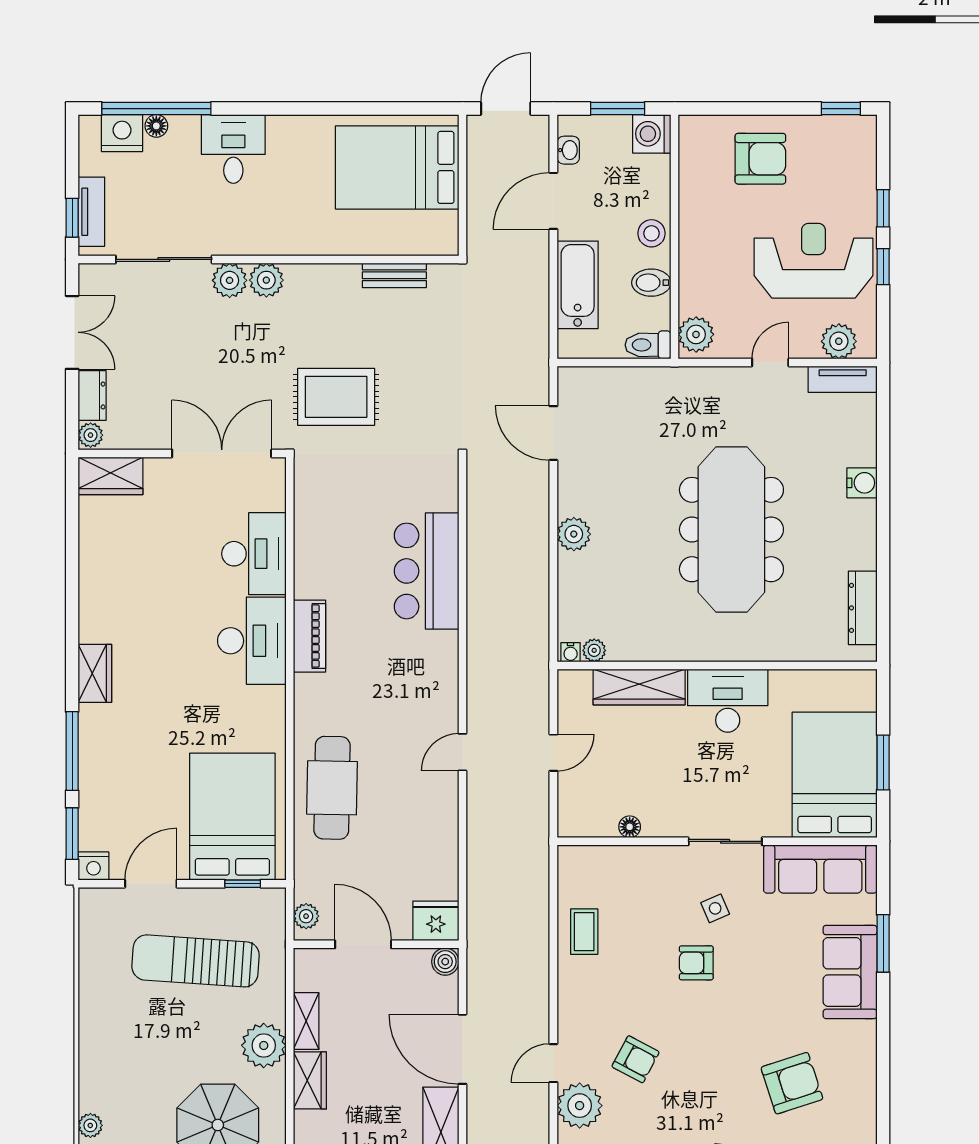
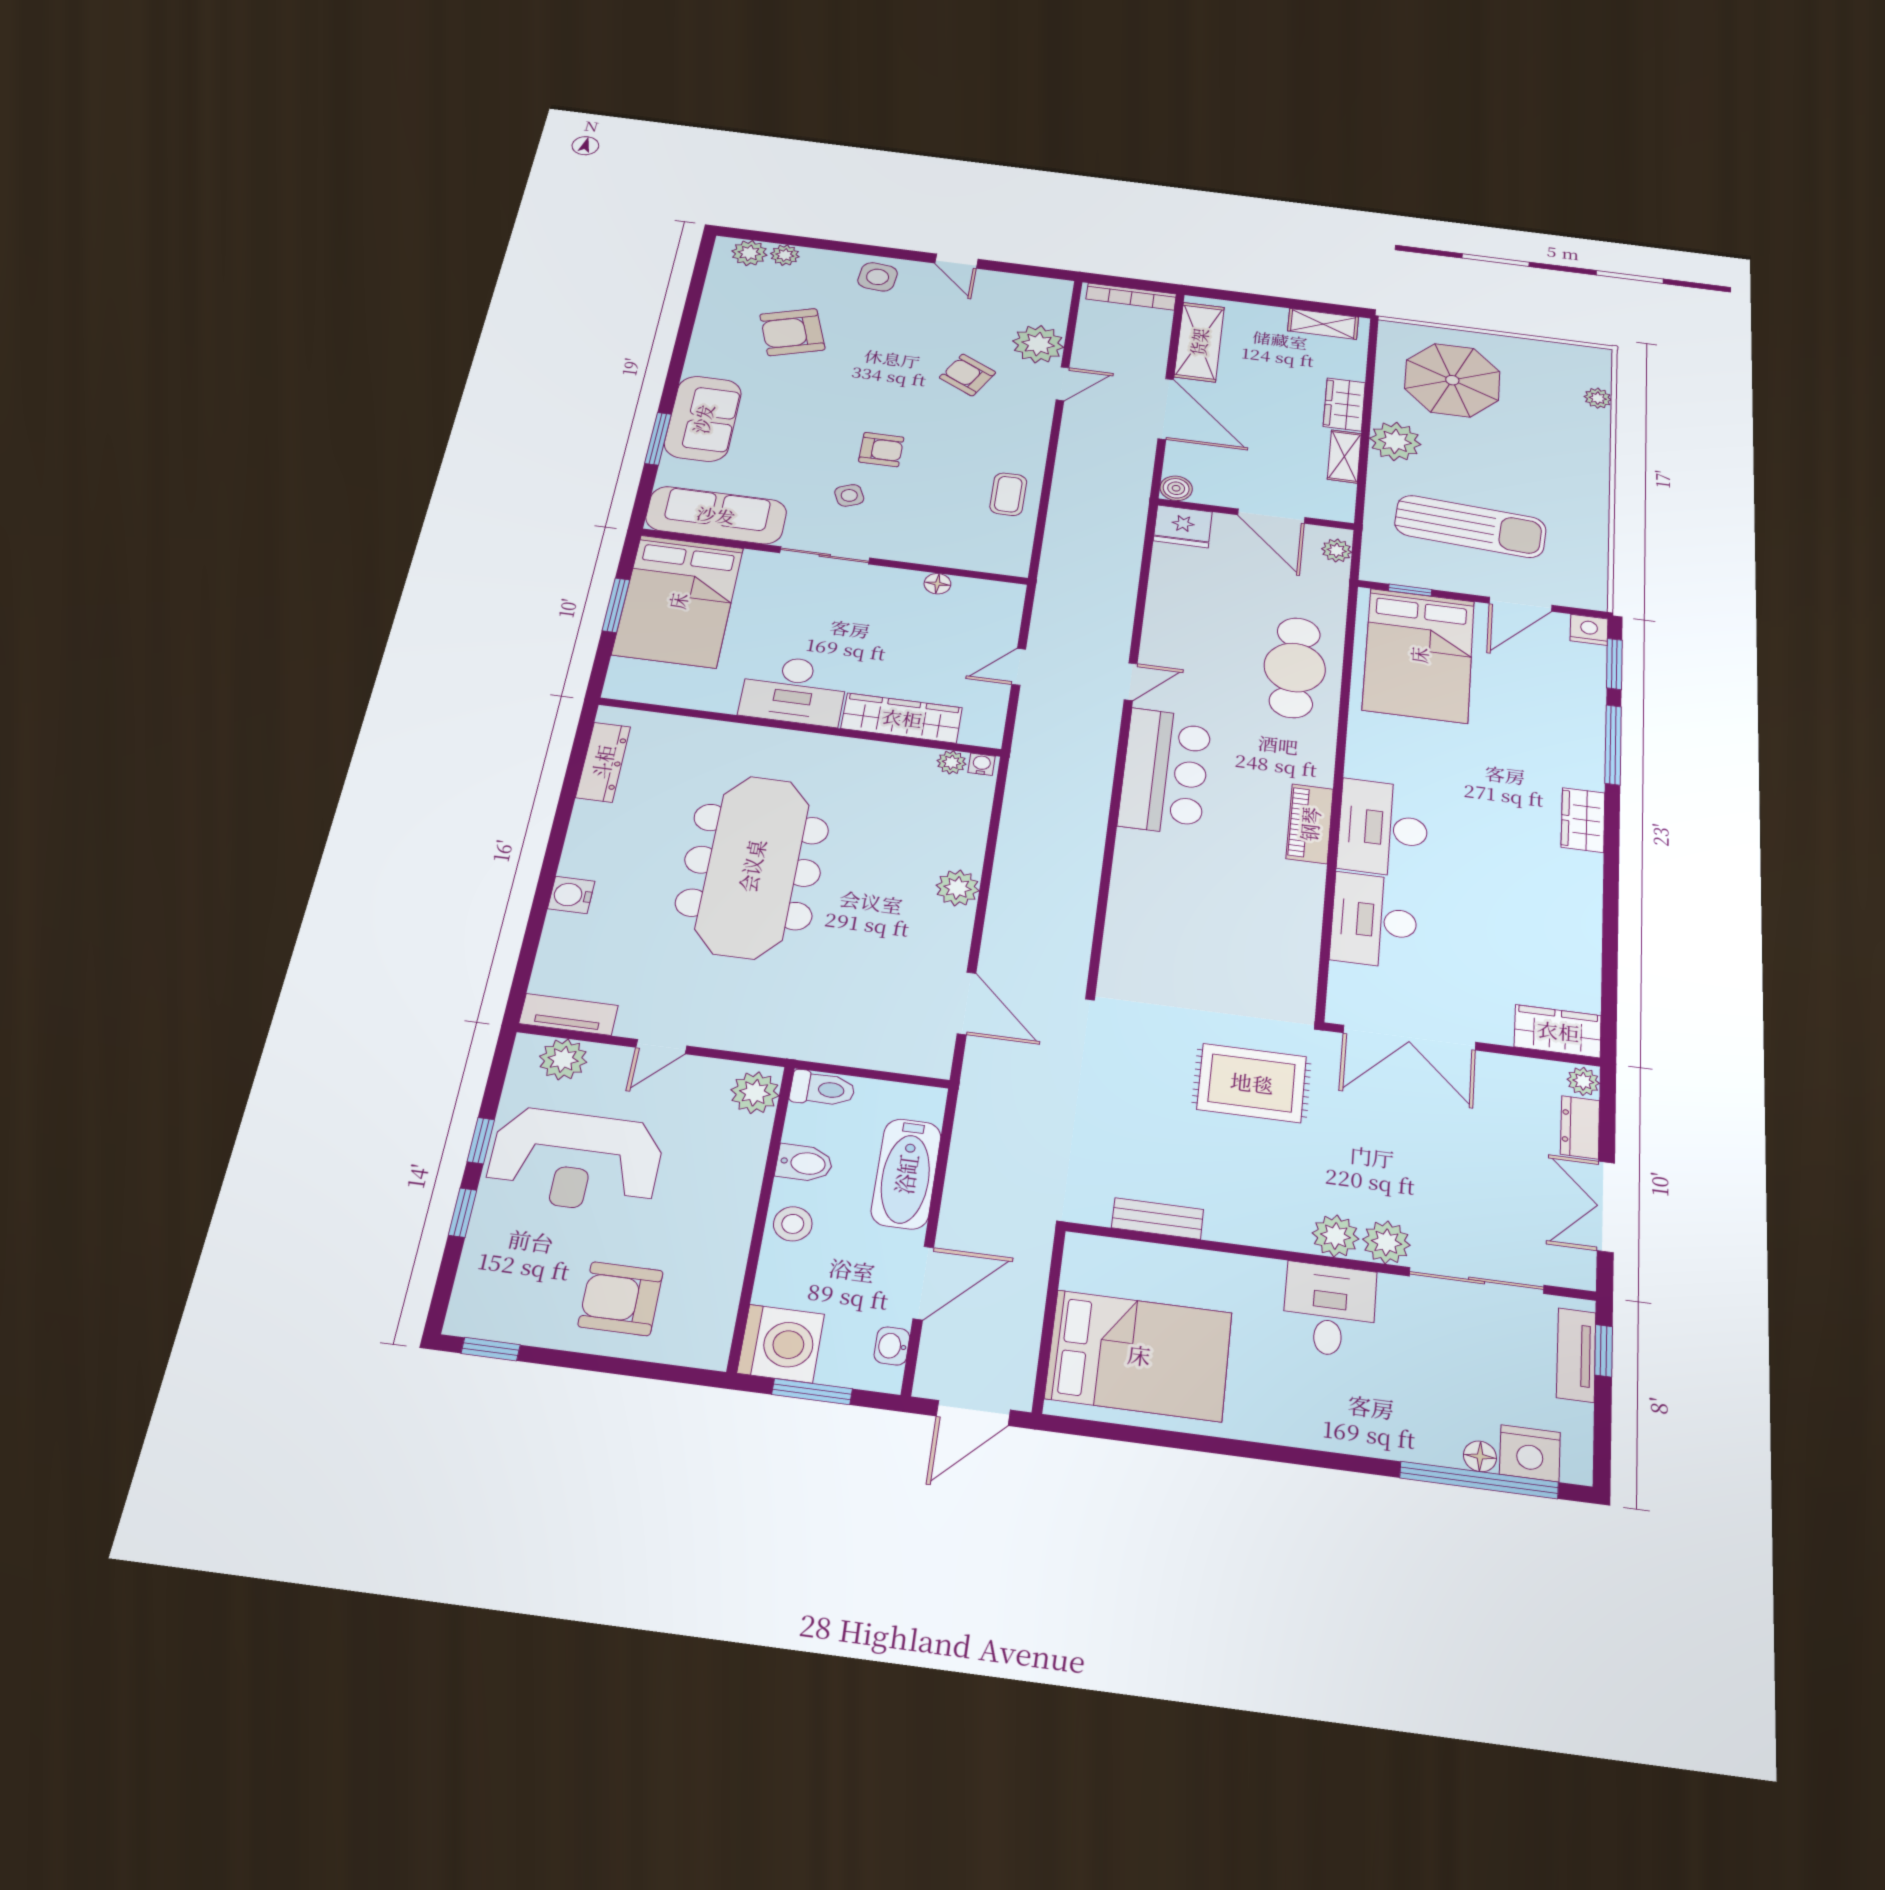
washing machine: (652, 134) -> (781, 1344), width x1.37, depth x1.37
desk: (233, 149) -> (1329, 1310), moved, turned 180
bar counter: (427, 571) -> (1165, 771), moved

